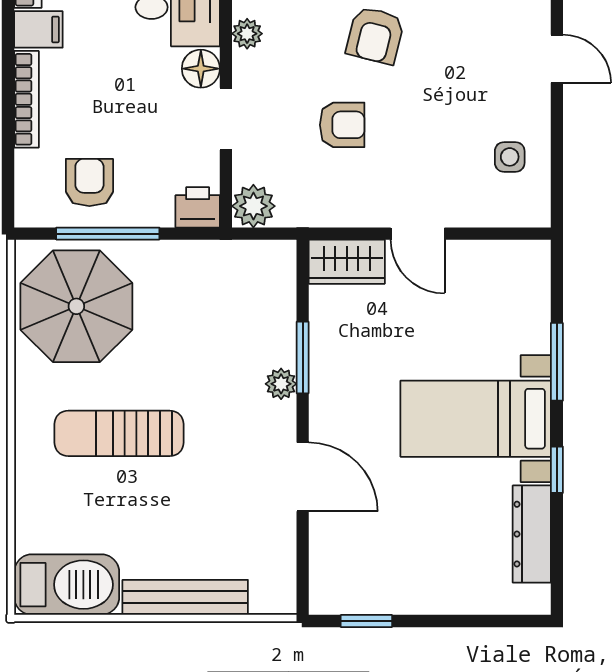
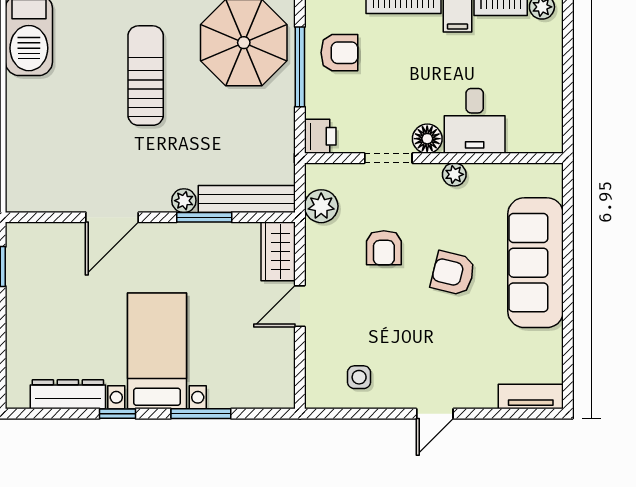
plant: (253, 206) -> (321, 206), moved
bench: (185, 597) -> (247, 199), moved, turned 90

